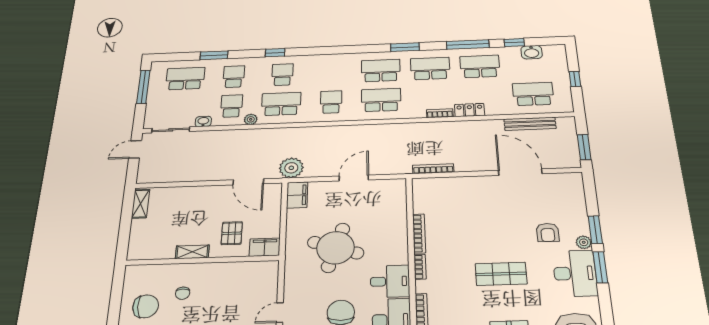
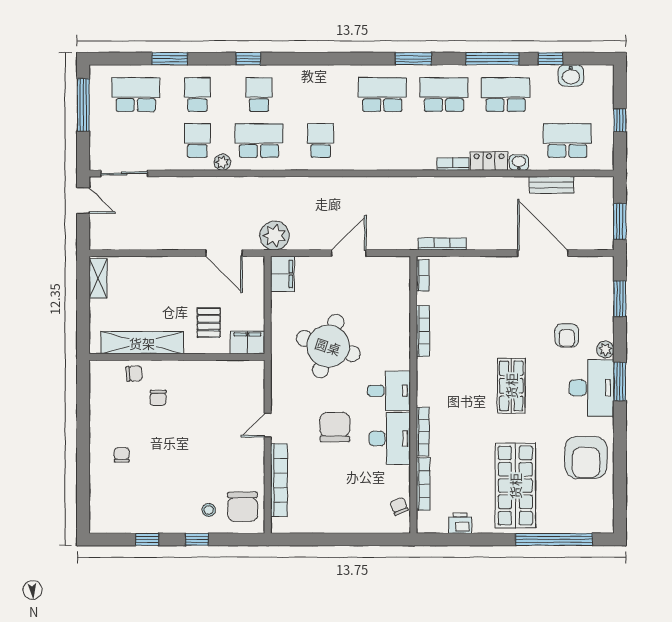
school desk: (381, 100) -> (382, 141), removed
washbasin: (203, 121) -> (519, 163), moved
bench: (530, 124) -> (552, 185), width x0.73
door: (135, 149) -> (83, 200), swing flipped
window: (595, 230) -> (620, 299), moved
shelving: (192, 252) -> (142, 343), width x2.20, depth x1.33
bookcase: (420, 267) -> (423, 275), moved
shop shelf: (501, 274) -> (511, 386), turned 90
chair: (146, 306) -> (134, 374), moved, width x0.54, depth x0.54

